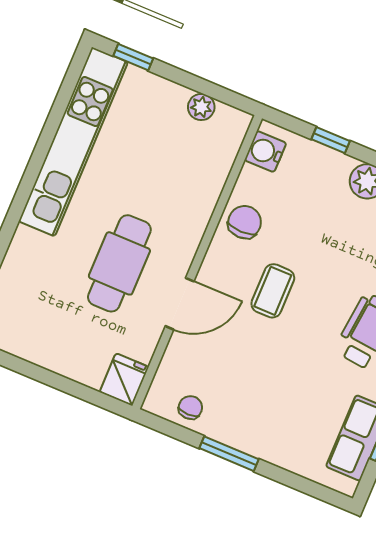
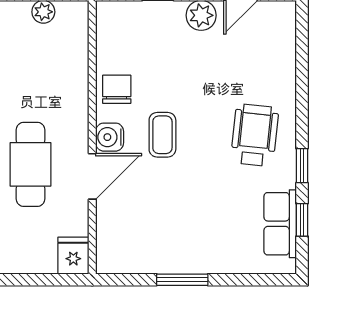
water cooler: (265, 151) -> (110, 137), moved
chair: (190, 407) -> (136, 256), removed

